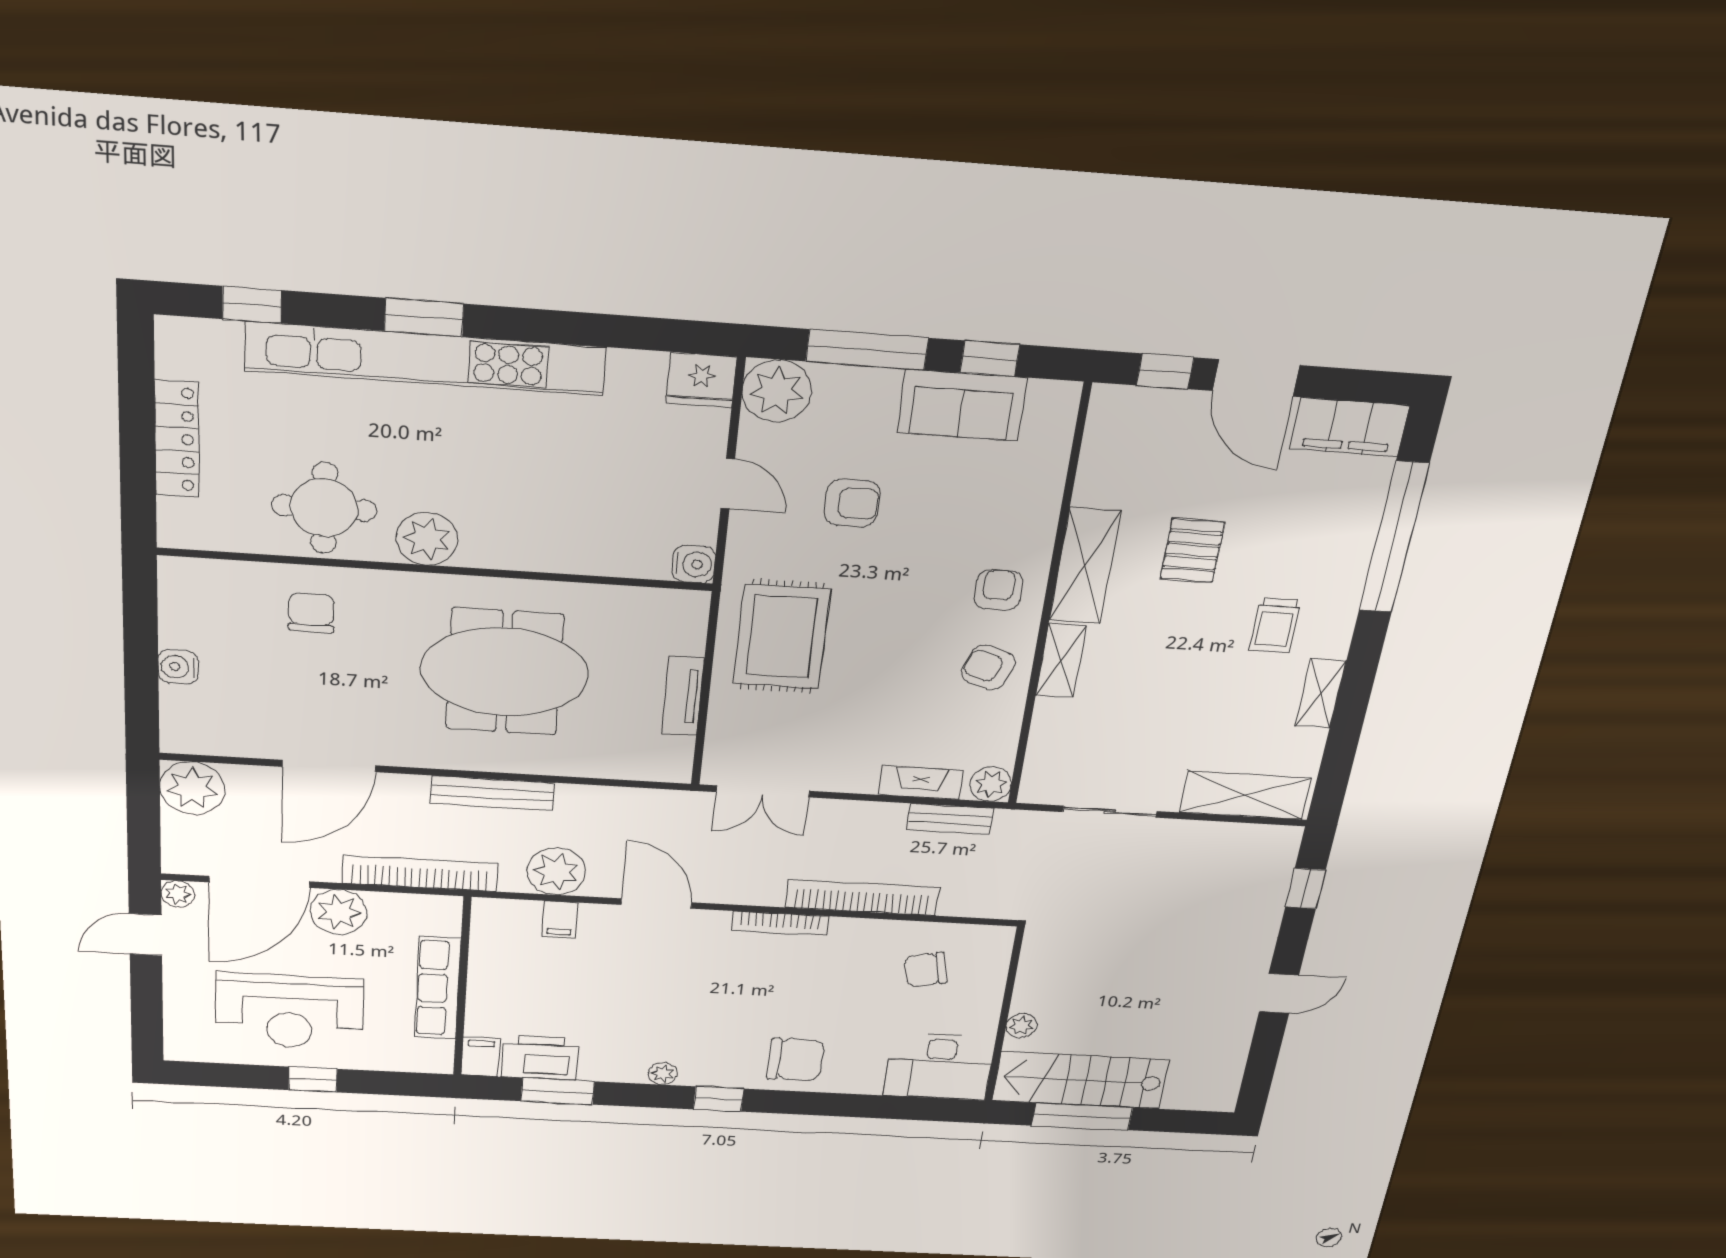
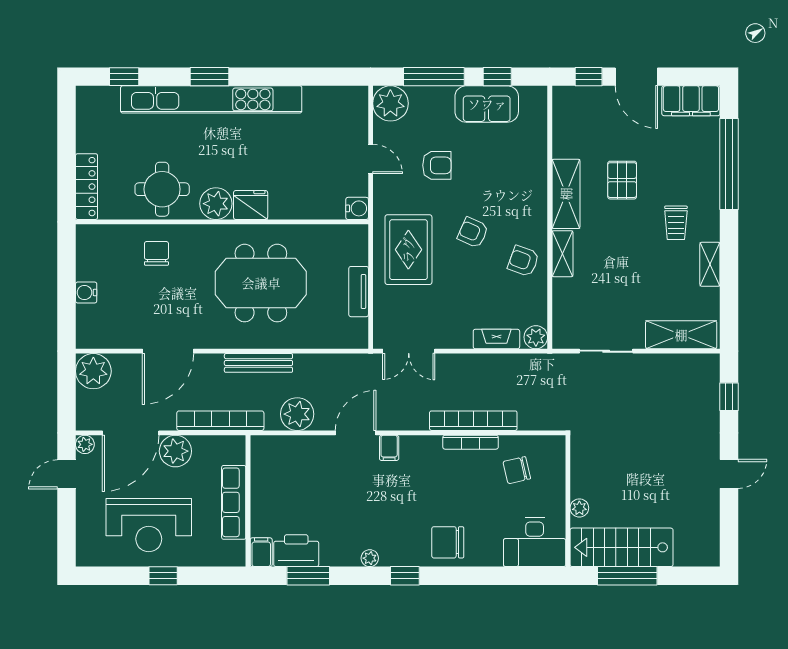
fridge: (701, 380) -> (251, 205), moved, turned 180
locker: (177, 439) -> (87, 187), moved
armchair: (998, 590) -> (473, 232), moved, turned -66
bench: (950, 819) -> (516, 362), removed
door: (656, 904) -> (356, 433), hinge flipped
filing cabinet: (560, 919) -> (389, 448), moved
bookcase: (780, 923) -> (471, 442), moved
chair: (795, 1059) -> (448, 542), turned 180

